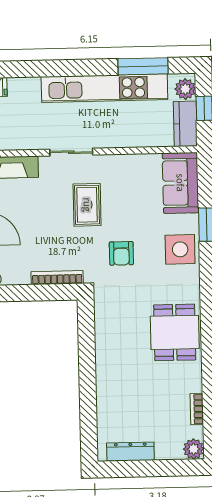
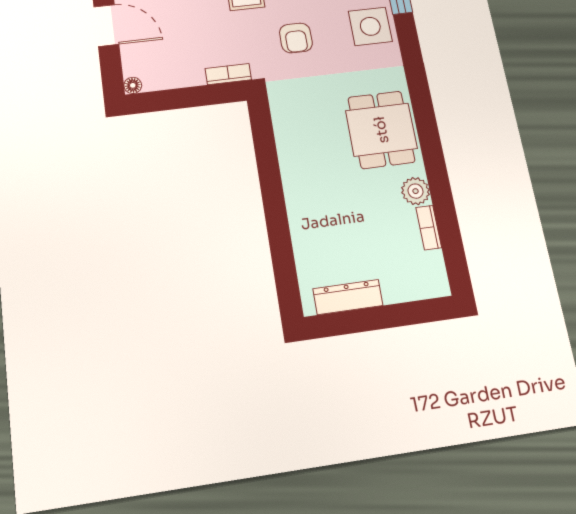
bookcase: (57, 278) -> (228, 74), width x0.64
plant: (194, 449) -> (416, 191), moved

